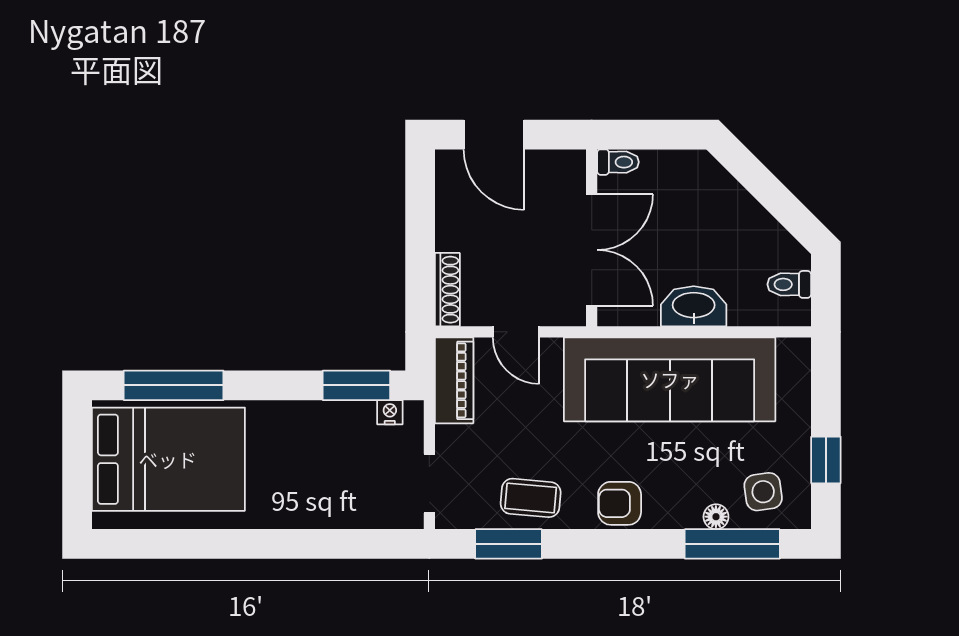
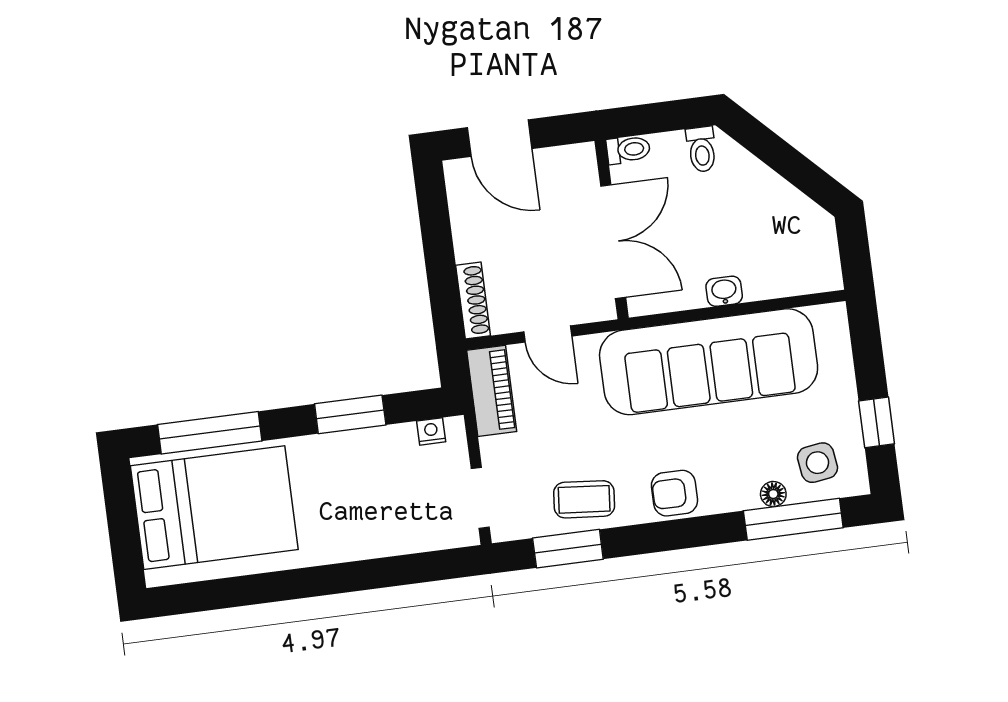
toilet: (789, 284) -> (702, 149), moved, turned -90
washbasin: (694, 306) -> (724, 291), width x0.52, depth x0.69
window: (356, 385) -> (350, 414), moved

